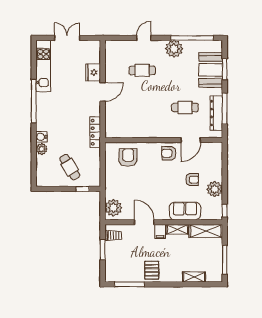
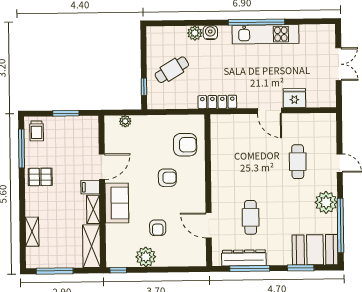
kitchen unit: (43, 66) -> (266, 34), moved
booth: (211, 70) -> (315, 250), moved
armchair: (169, 153) -> (167, 178), moved, turned 90
plant: (113, 208) -> (125, 121), width x0.53, depth x0.53
sofa: (185, 211) -> (117, 203), moved
trolley: (114, 235) -> (37, 131), moved

